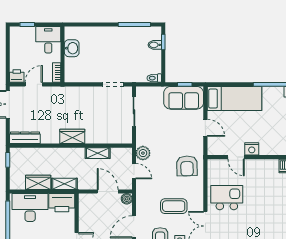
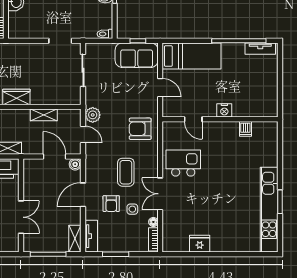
nightstand: (252, 149) -> (224, 110), moved
armchair: (187, 166) -> (140, 129), turned 91
coffee table: (174, 206) -> (126, 172), turned 90

